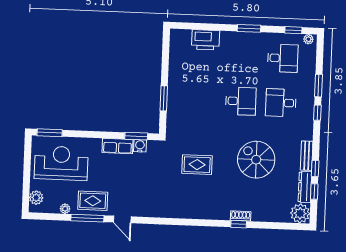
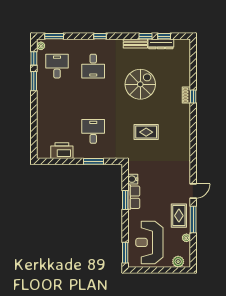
window: (249, 28) -> (34, 81), moved
printer: (206, 40) -> (62, 151), moved, turned -90
window: (318, 86) -> (54, 36), moved
desk: (241, 101) -> (93, 131), moved
window: (136, 136) -> (125, 200), moved
spiral stairs: (256, 160) -> (140, 84), turned 180
rug: (197, 165) -> (146, 132), turned 90
plant: (300, 213) -> (182, 47), removed

